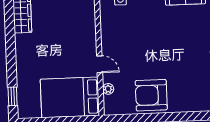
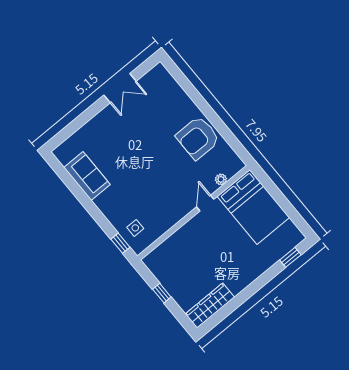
armchair: (151, 95) -> (198, 138), turned 90

